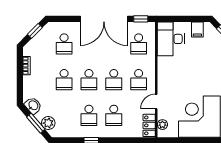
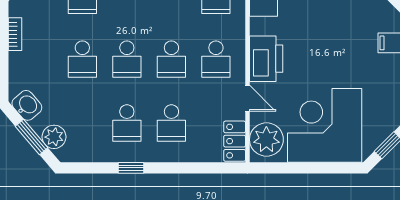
printer: (167, 79) -> (266, 59), added
door: (156, 101) -> (248, 98), swing flipped
plant: (162, 125) -> (266, 140), width x1.87, depth x1.87

